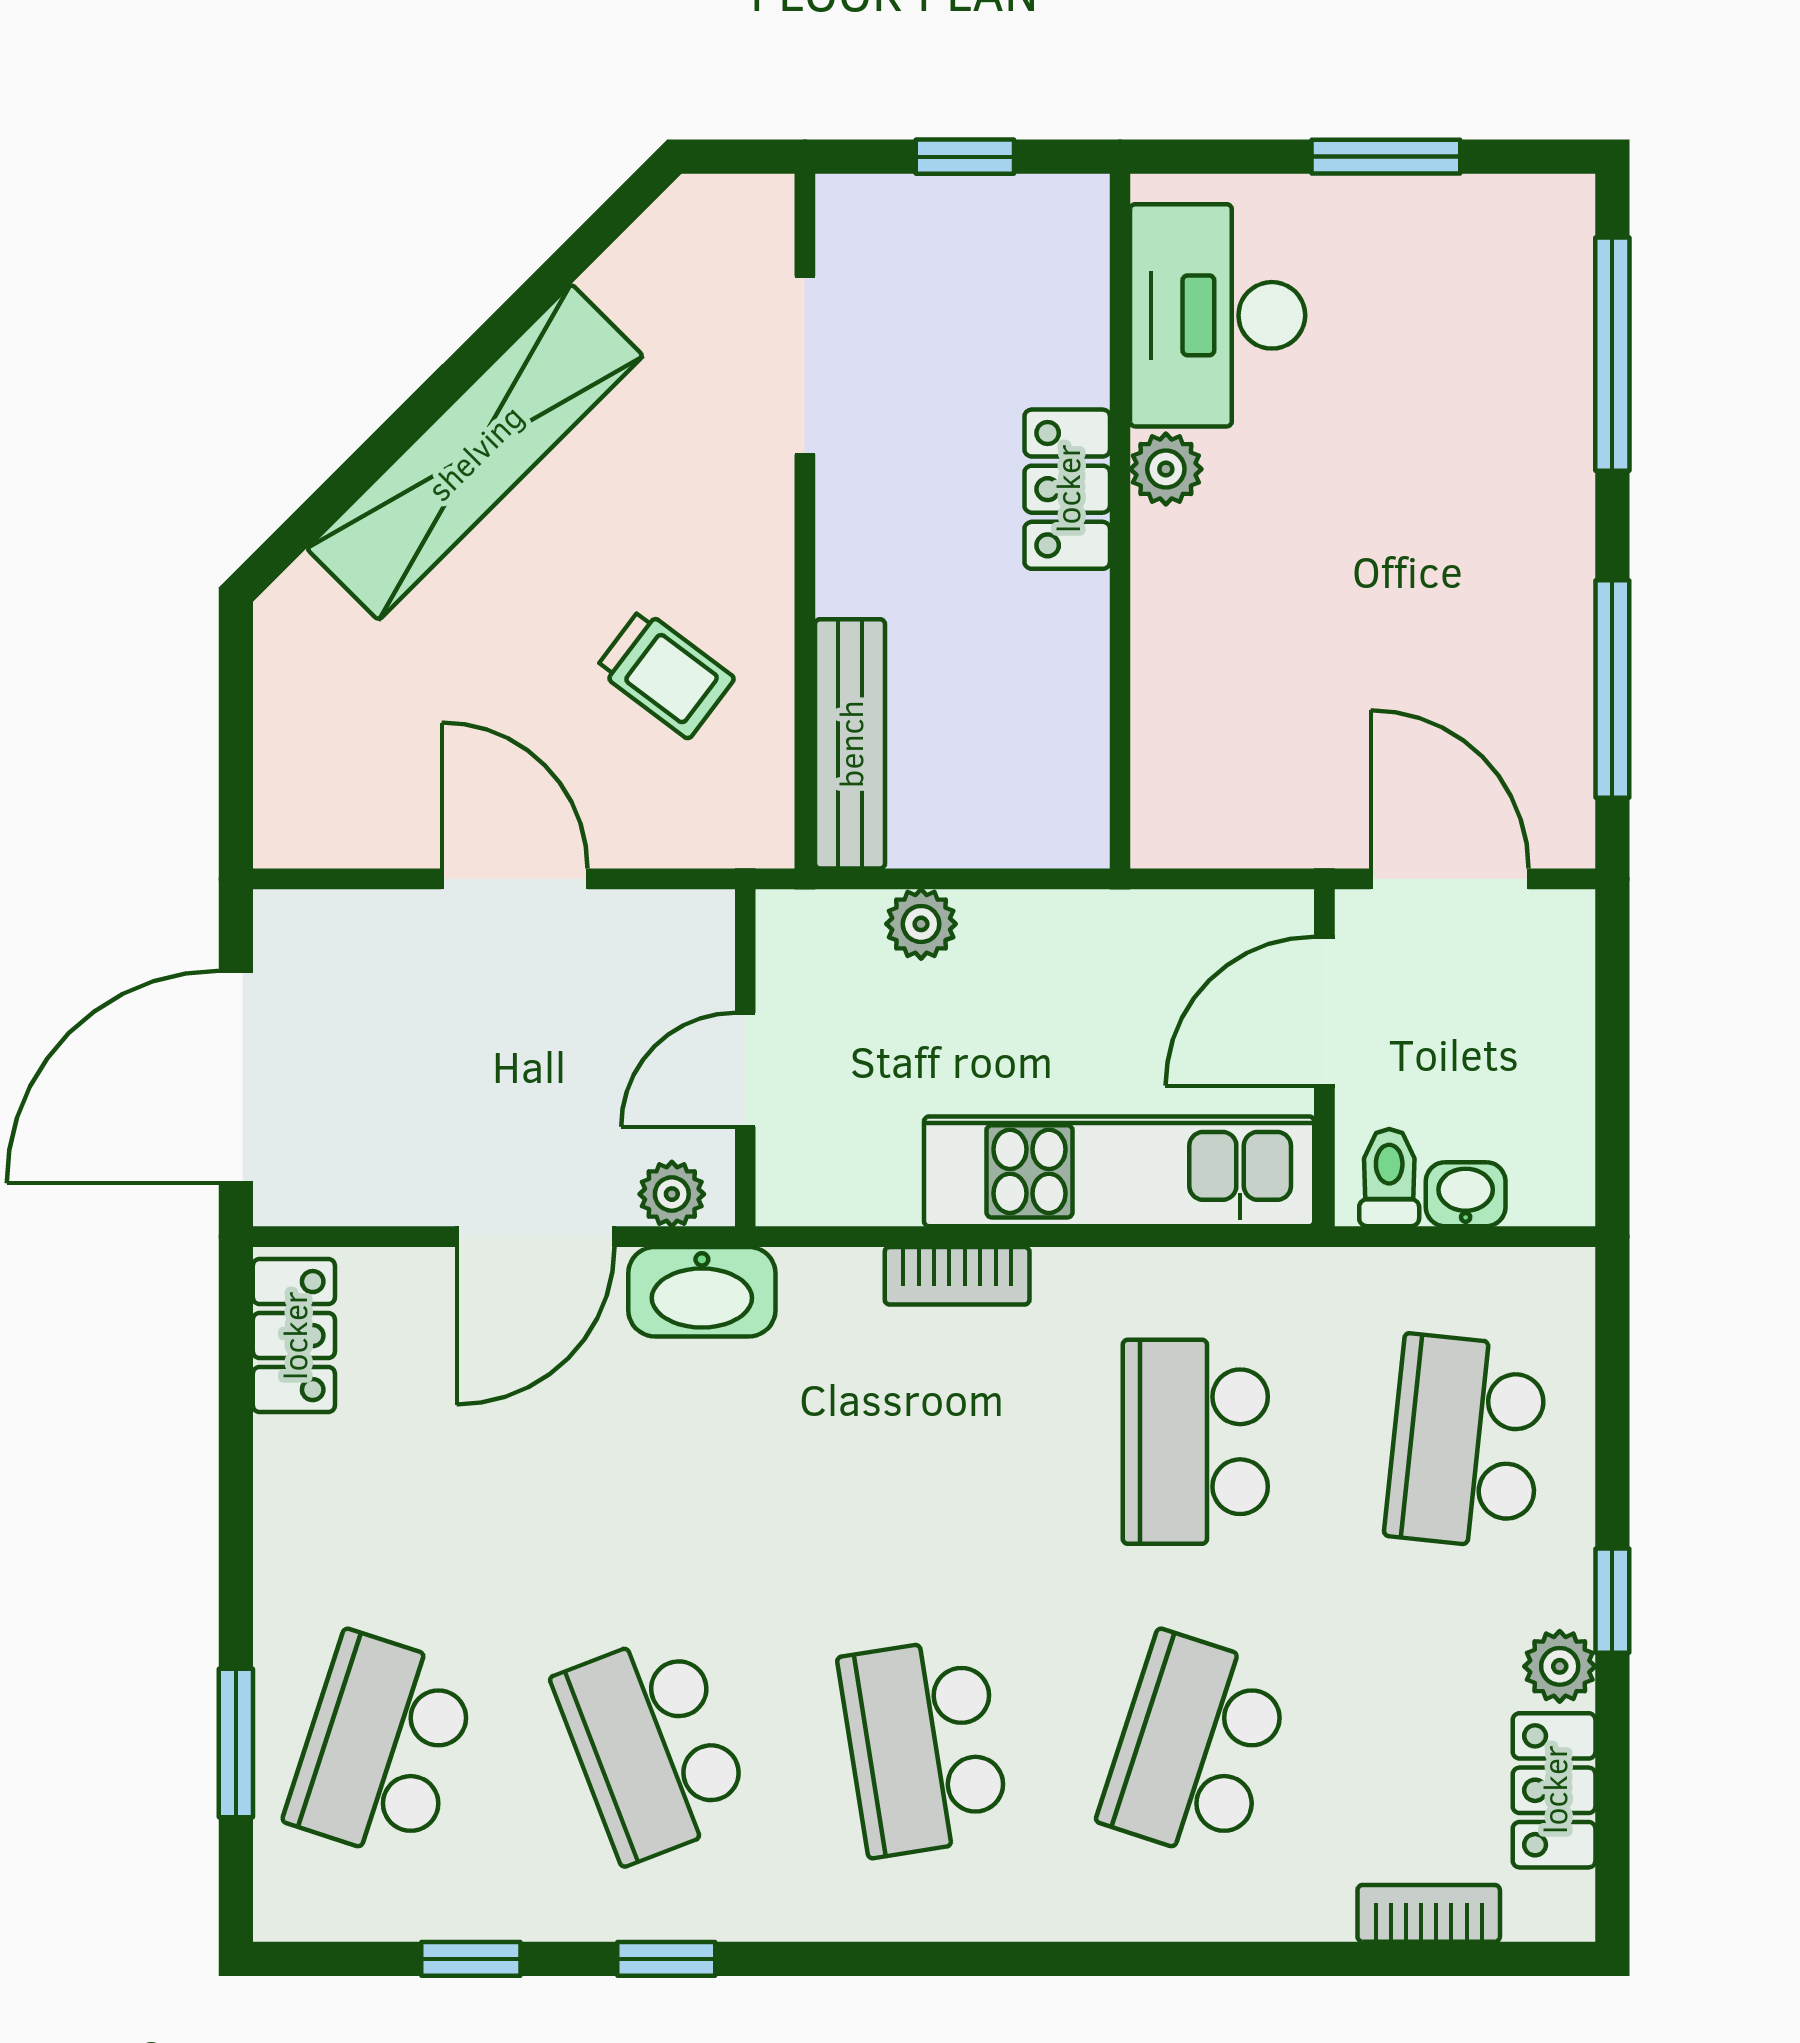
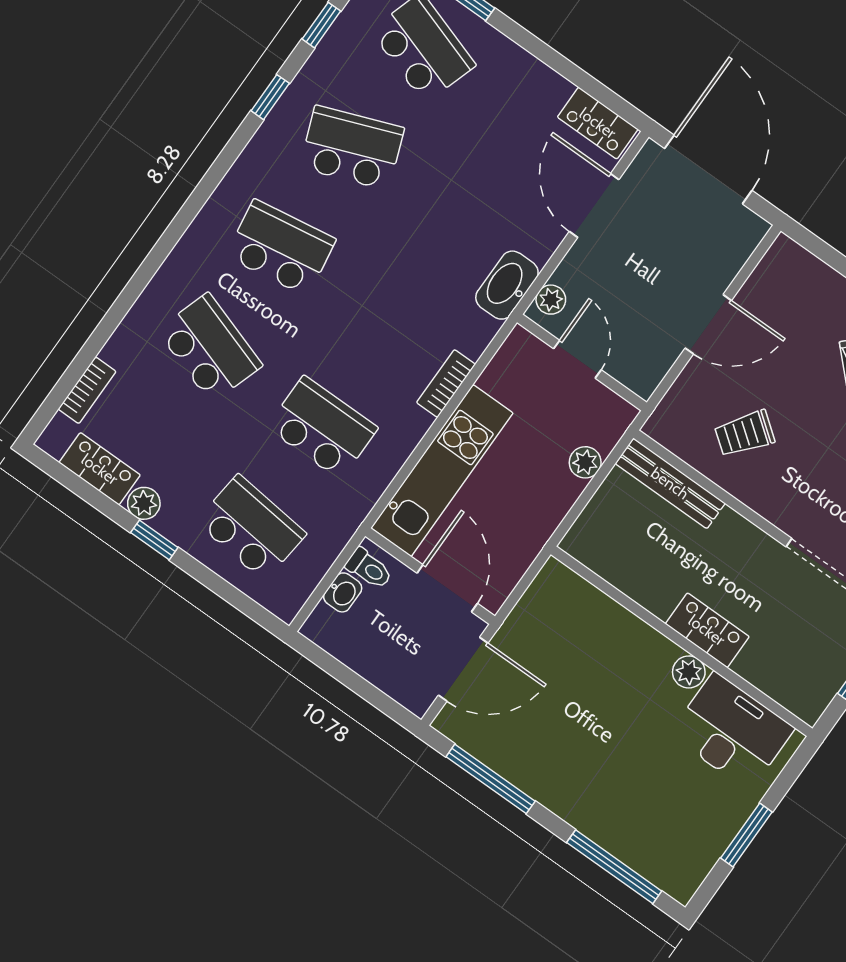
door: (535, 1237) -> (594, 206), moved

